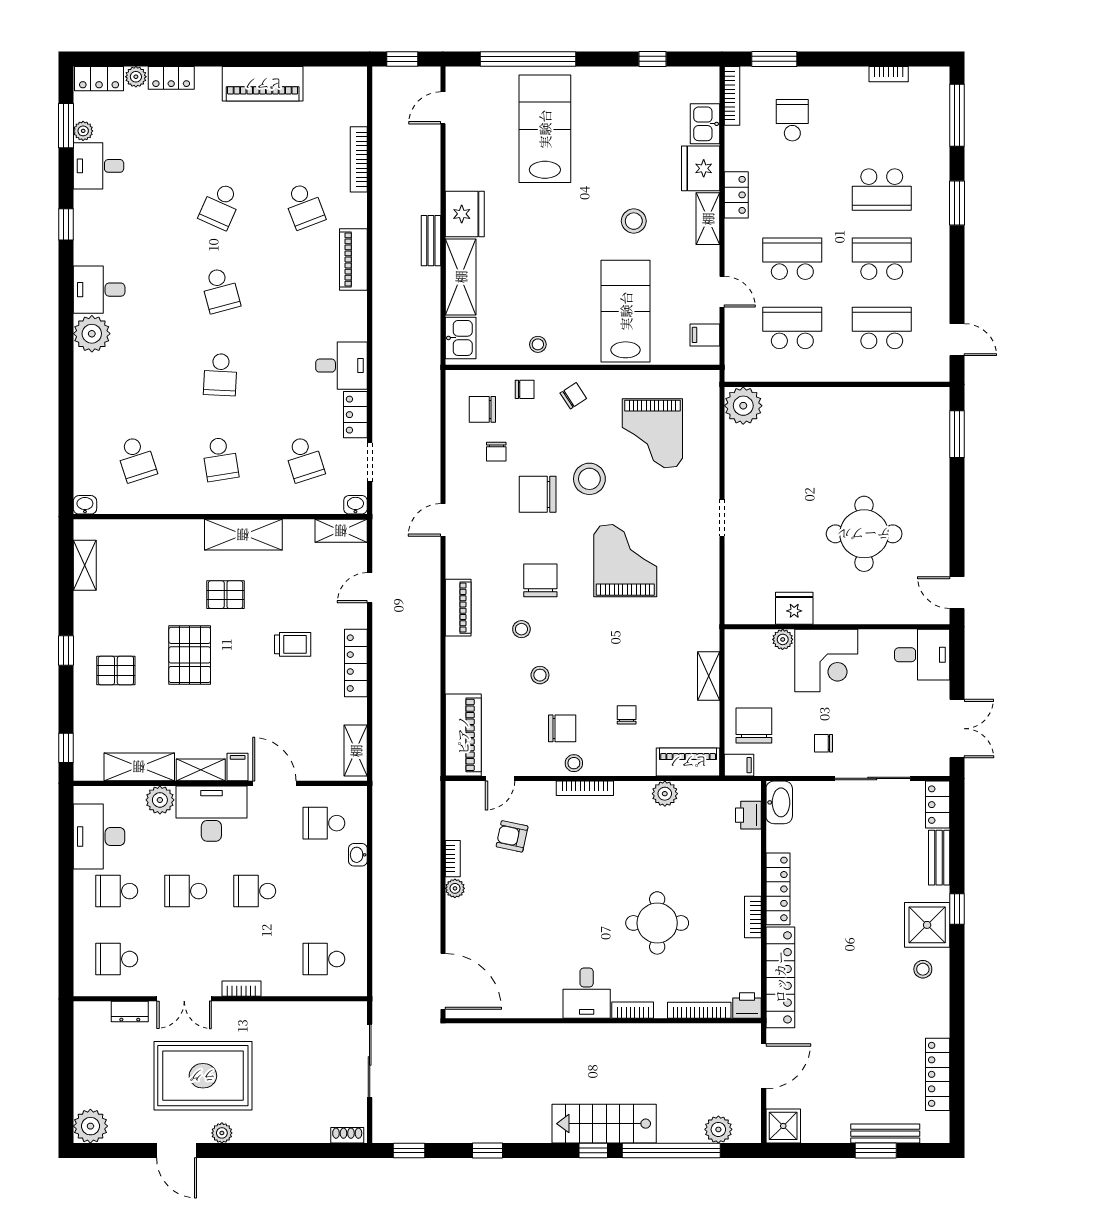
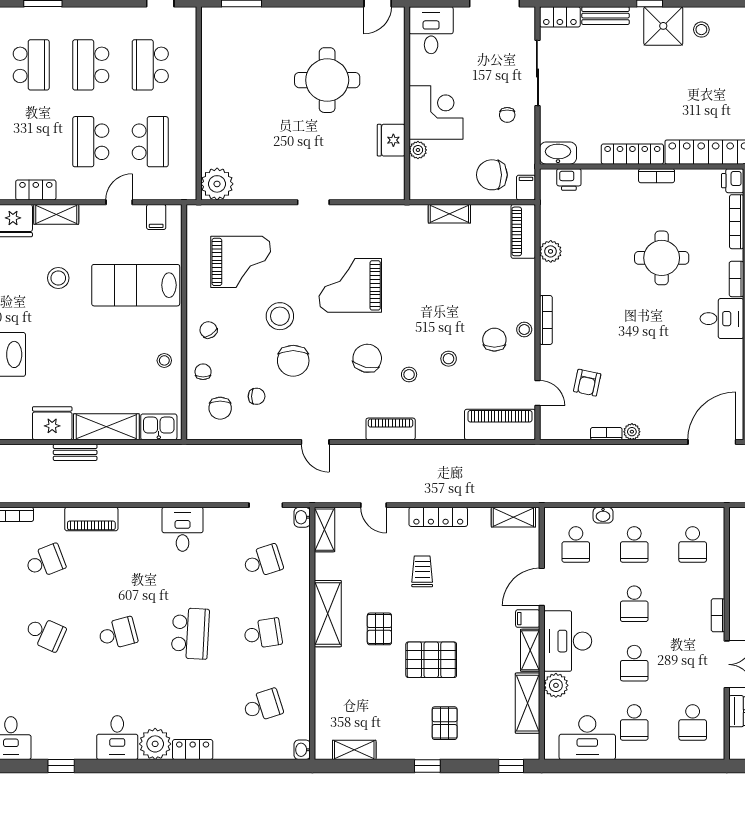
school desk: (792, 328) -> (150, 142), turned 180
school desk: (220, 375) -> (190, 633), width x1.85
locker: (355, 415) -> (193, 750), moved, turned 180
chair: (540, 580) -> (367, 358), turned 103
chair: (627, 715) -> (483, 284), removed
school desk: (324, 891) -> (634, 544), added

